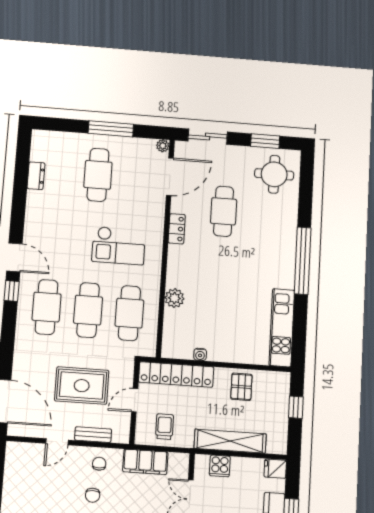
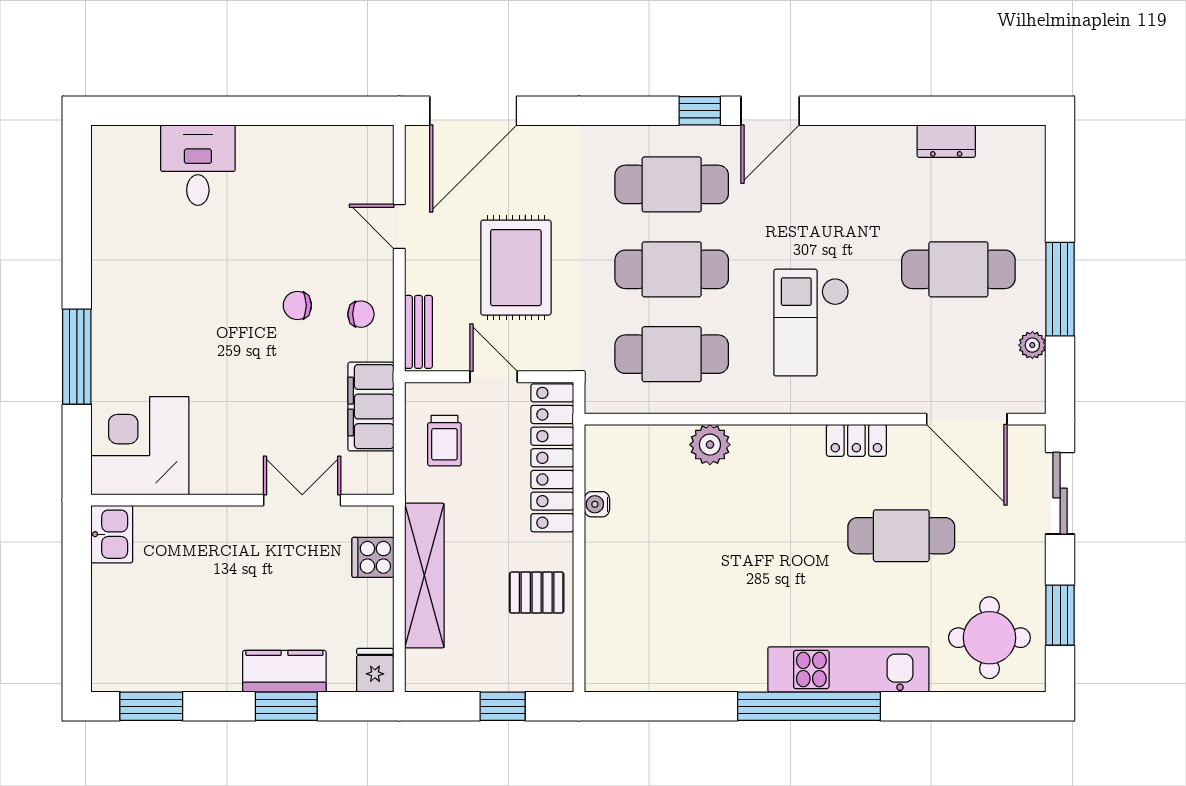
plant: (163, 146) -> (1032, 345), moved
kitchen unit: (282, 328) -> (848, 669), moved
trolley: (165, 427) -> (444, 441), turned 90
bench: (93, 435) -> (418, 332), moved

